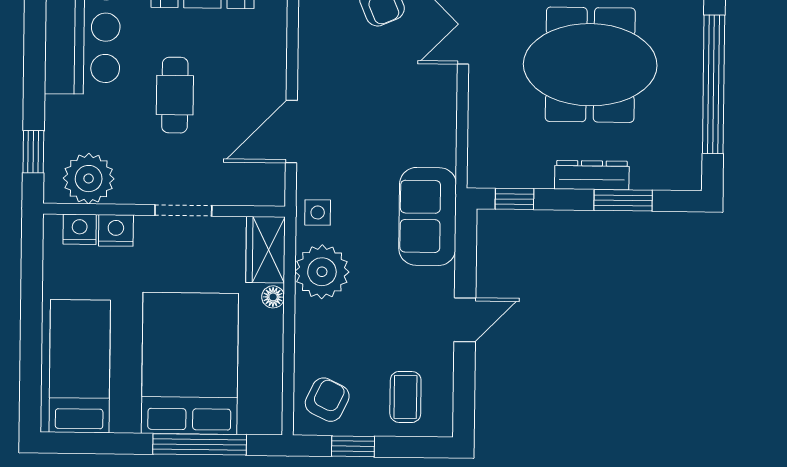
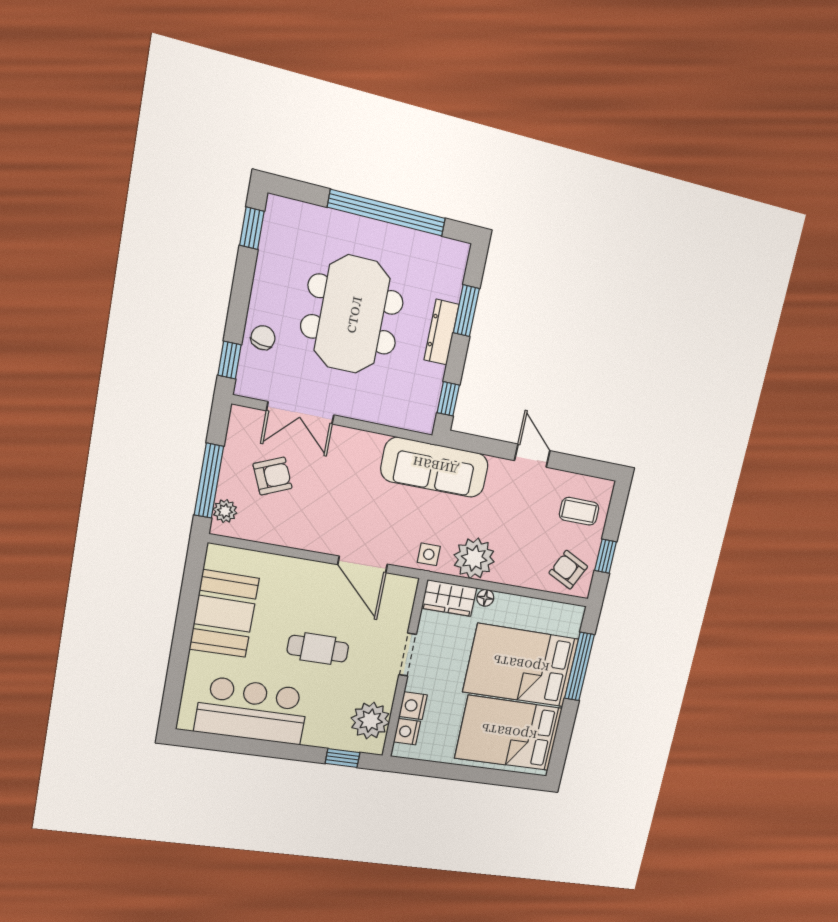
sofa: (428, 216) -> (435, 467), width x1.36
bed: (80, 366) -> (509, 733), width x1.50

